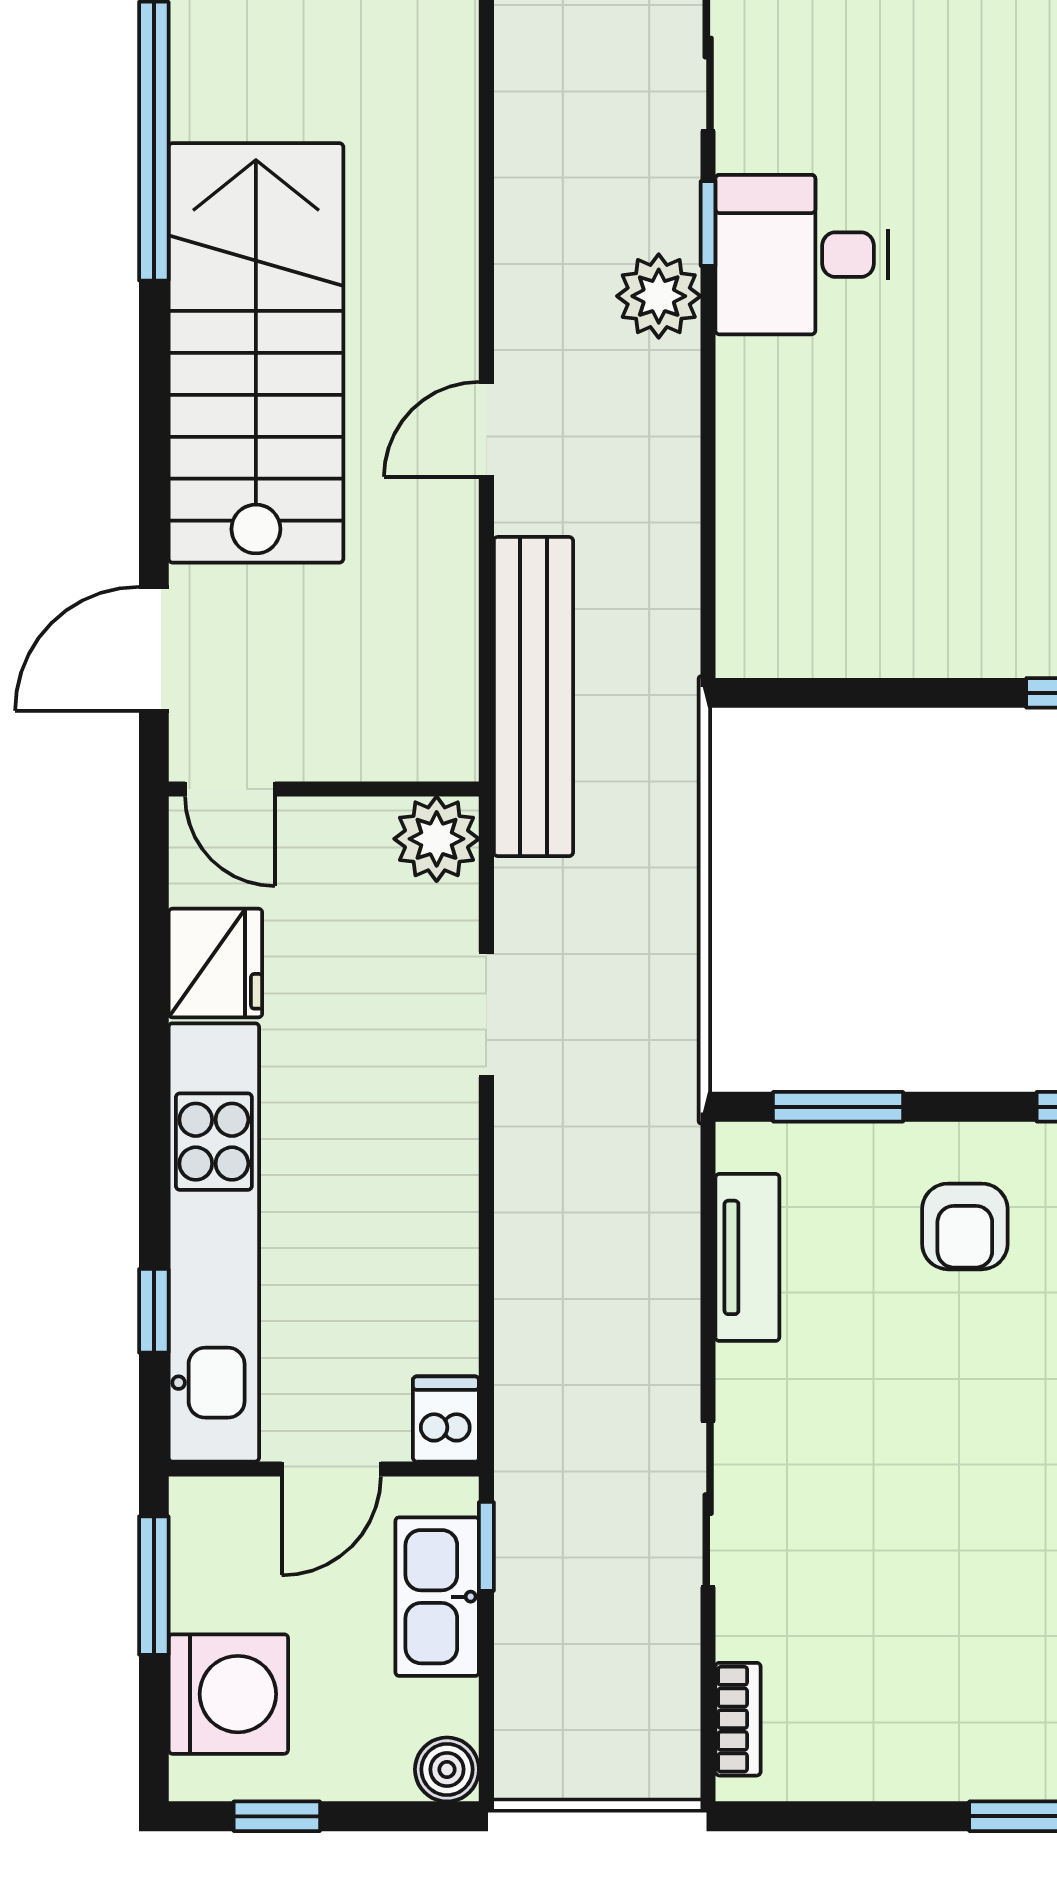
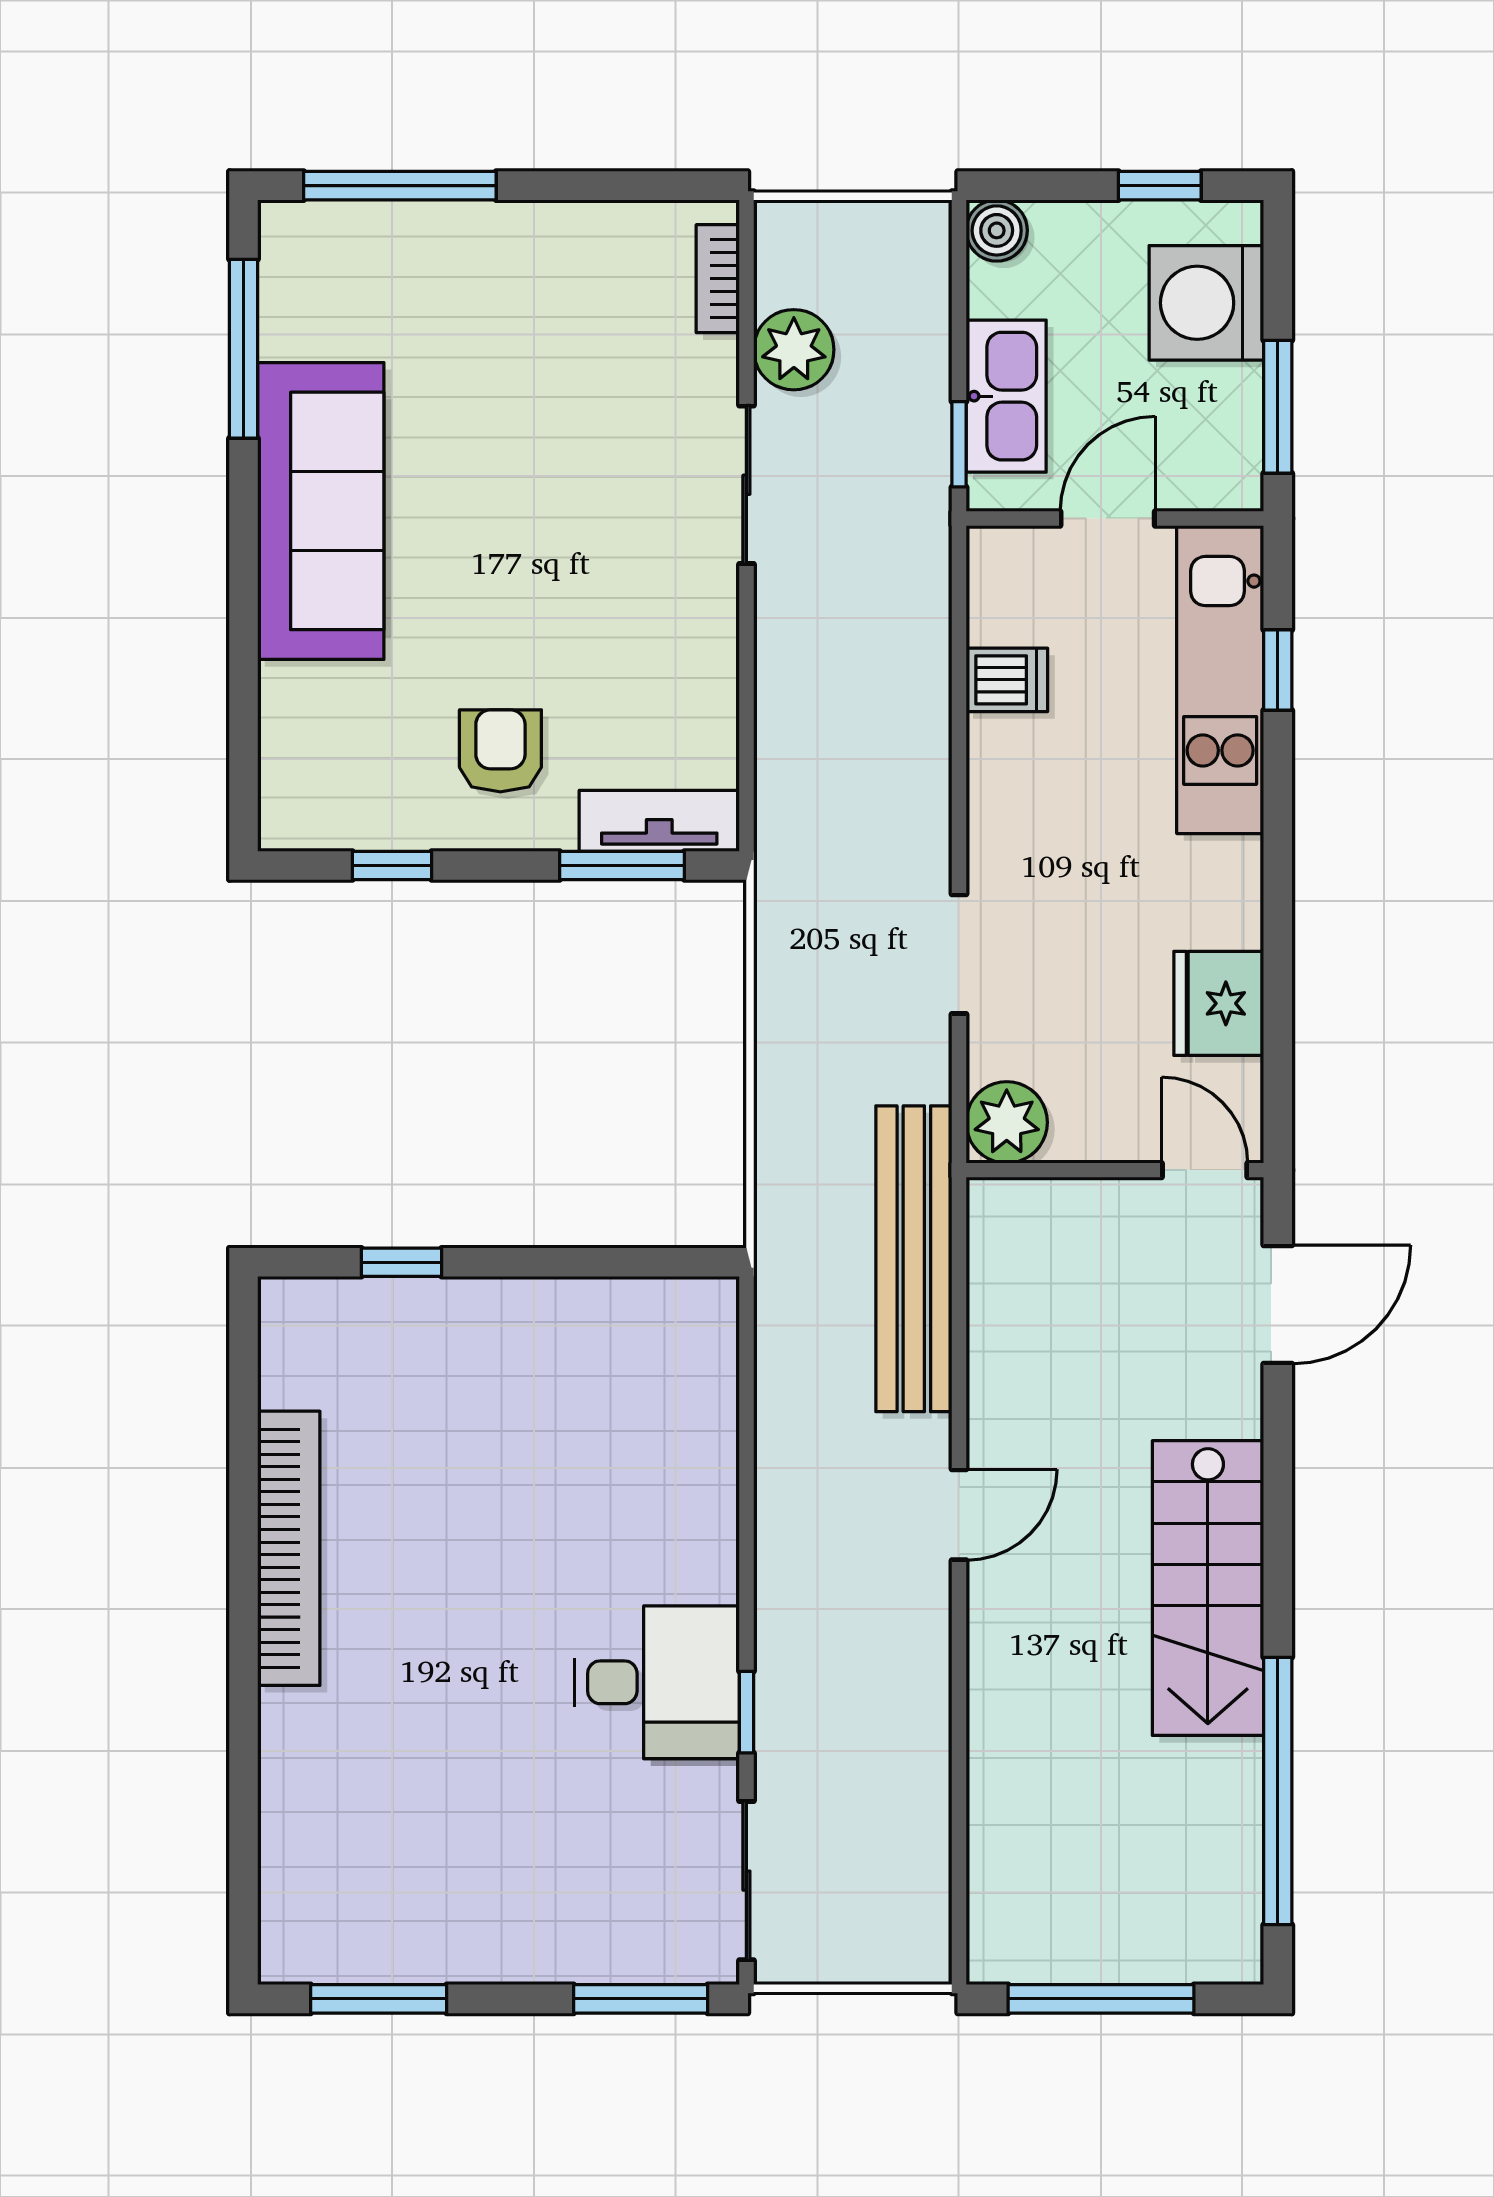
plant: (659, 296) -> (794, 350), moved
stairs: (256, 353) -> (1208, 1588), width x0.73, depth x0.66
kitchen unit: (214, 1242) -> (1220, 680), width x0.73
tv unit: (747, 1257) -> (659, 821), moved, turned 90
dishwasher: (446, 1419) -> (1007, 680), moved, turned -90

